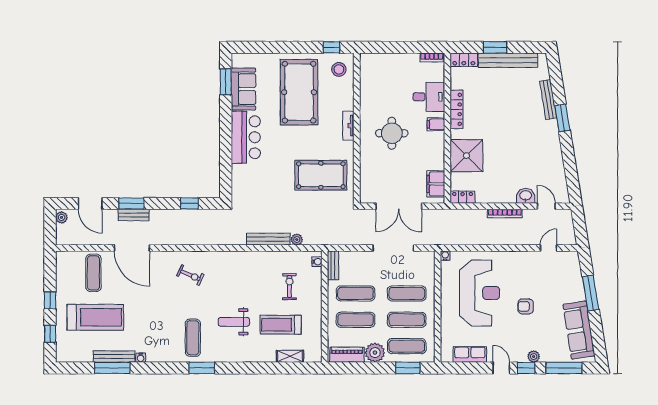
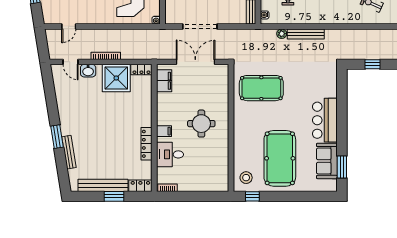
tv unit: (348, 126) -> (238, 130), removed
shower: (466, 156) -> (116, 78), moved

